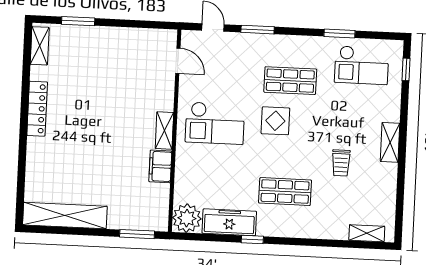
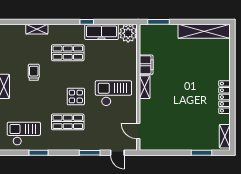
shelving: (367, 233) -> (37, 29), moved

